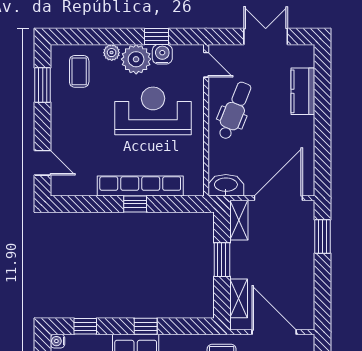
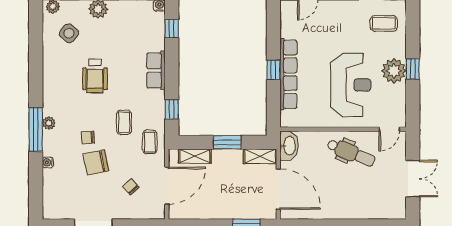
window: (156, 37) -> (413, 69), moved
plant: (112, 53) -> (399, 50), removed
water cooler: (162, 54) -> (398, 93), removed
kitchen counter: (303, 91) -> (367, 210), removed
window: (146, 326) -> (172, 109), moved

